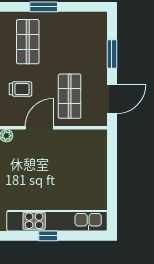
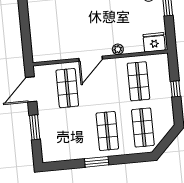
trolley: (20, 89) -> (110, 90), removed

